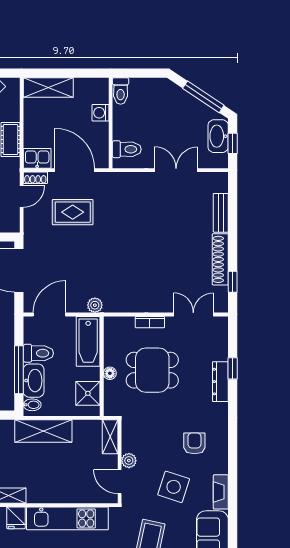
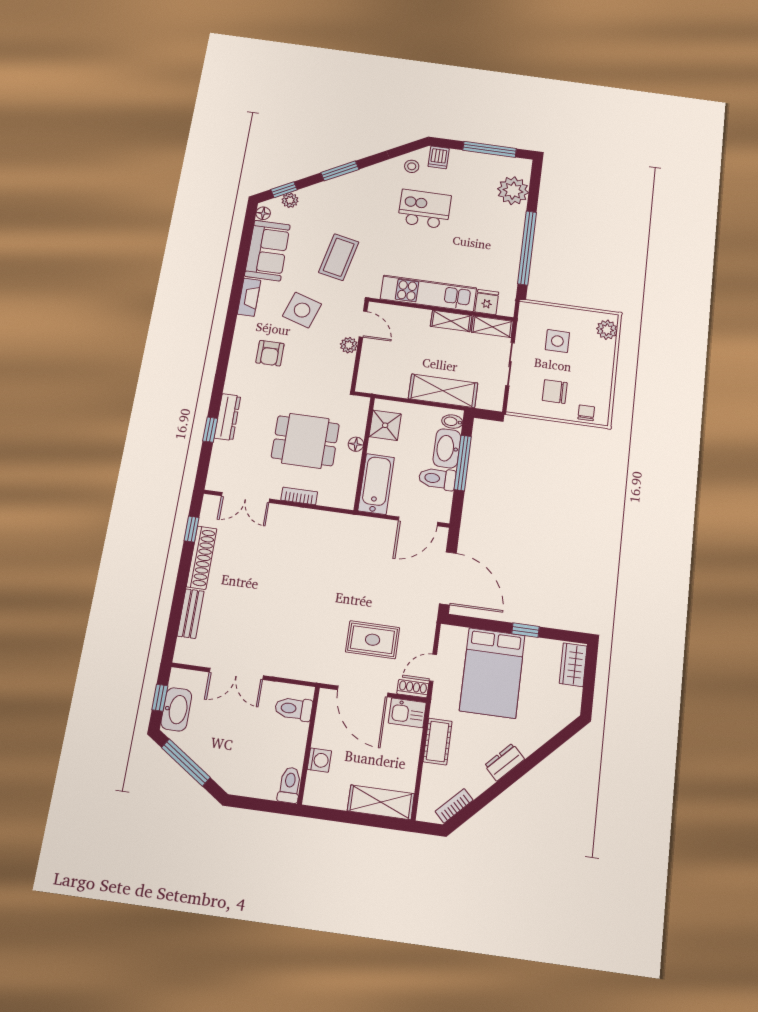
plant: (95, 305) -> (362, 525), removed
shelving: (110, 437) -> (451, 321), moved, turned 90

